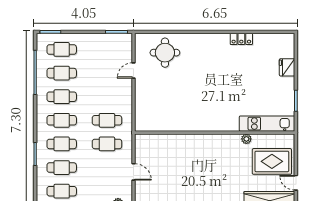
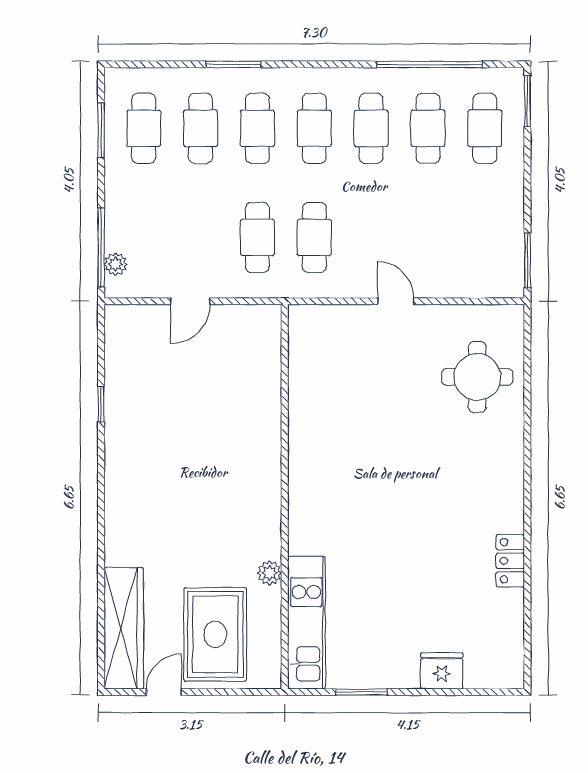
door: (133, 71) -> (396, 301), moved

